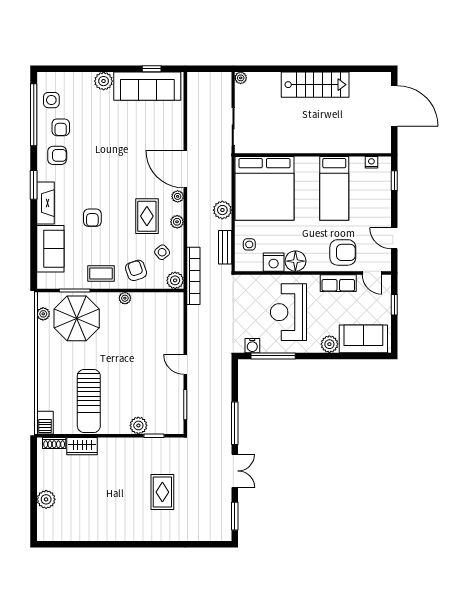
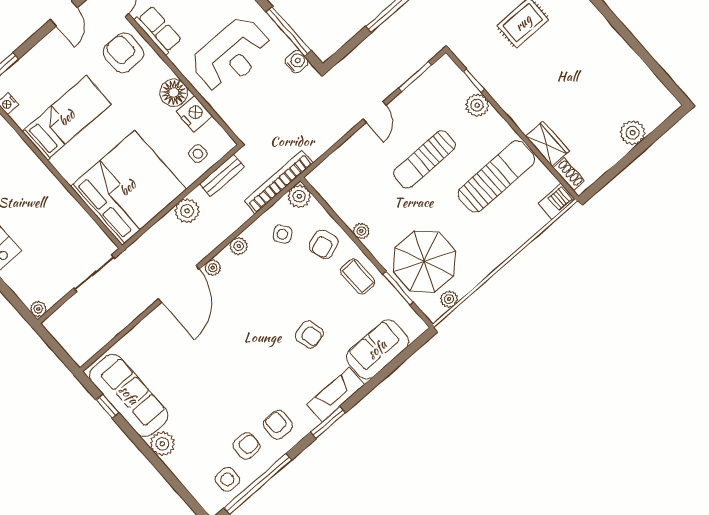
rug: (147, 216) -> (260, 281), removed
armchair: (92, 218) -> (309, 334), turned 76
sun lounger: (134, 369) -> (425, 159), added

